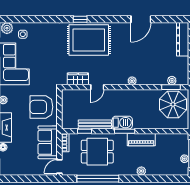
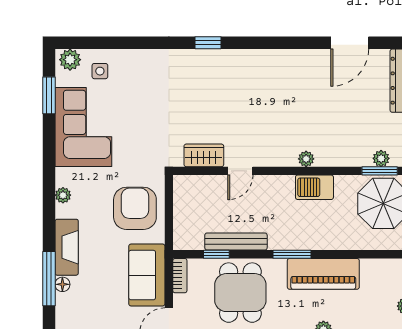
door: (141, 19) -> (350, 43), moved
rug: (89, 40) -> (224, 82), removed
armchair: (41, 107) -> (135, 208), turned 90
barbecue: (122, 123) -> (314, 187), moved, turned 180
piano: (141, 140) -> (323, 274), width x1.37, depth x1.33
dining table: (97, 152) -> (240, 293), turned 90

